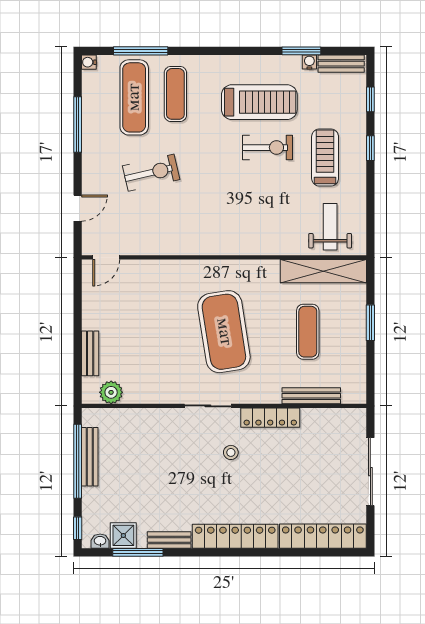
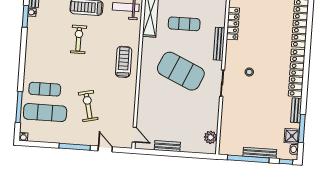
treadmill: (259, 102) -> (124, 62), moved, width x0.73, depth x0.73
window: (78, 125) -> (75, 147), moved
exercise mat: (224, 332) -> (181, 71), turned 33
bench: (90, 353) -> (167, 146), moved
bench: (311, 396) -> (219, 44), moved
locker: (270, 418) -> (233, 24), moved
bench: (90, 457) -> (260, 153), moved

